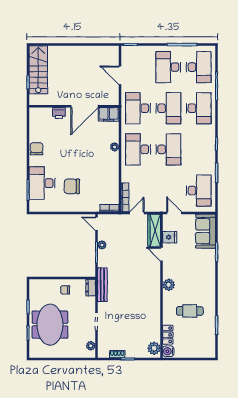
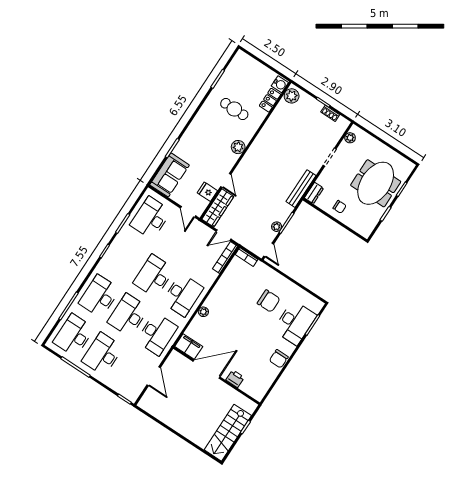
desk: (168, 67) -> (102, 354), turned 180

